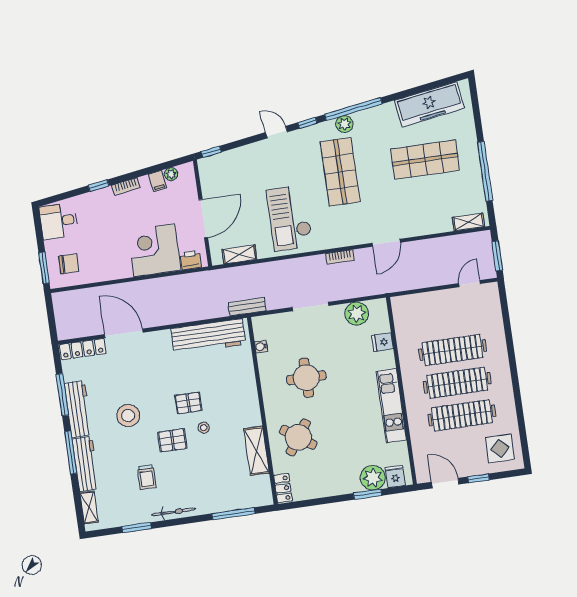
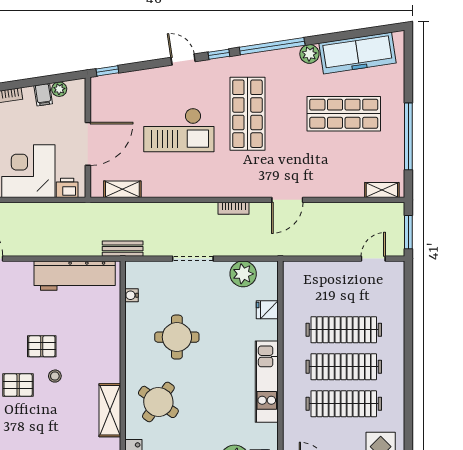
plant: (344, 124) -> (309, 54), moved
checkout: (290, 218) -> (179, 130), moved, turned -90

